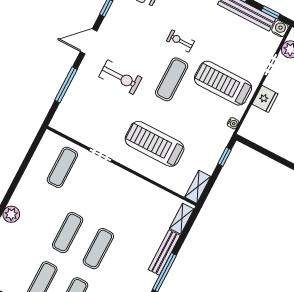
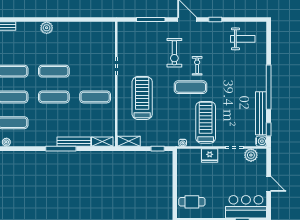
exercise bike: (180, 41) -> (197, 66), moved
exercise mat: (62, 167) -> (95, 97), moved

